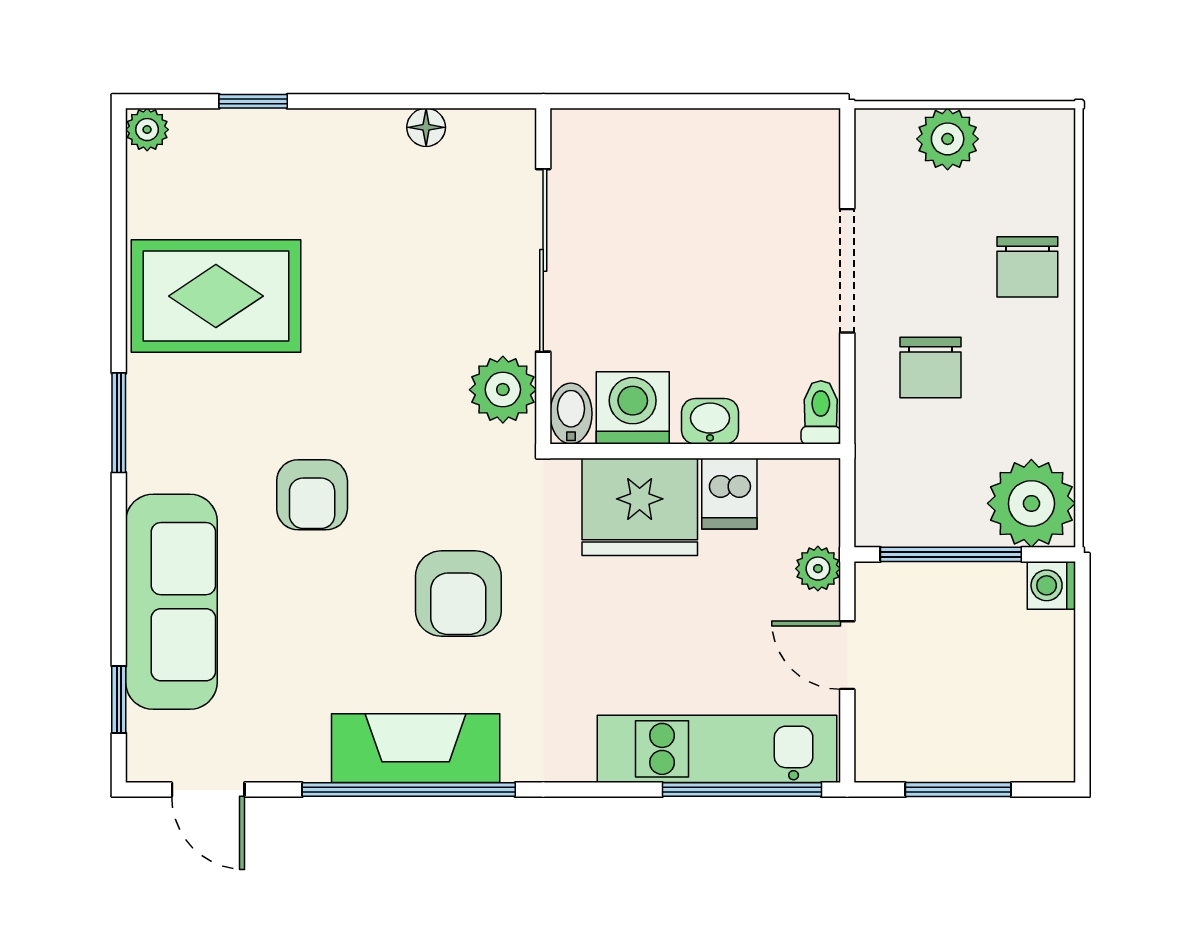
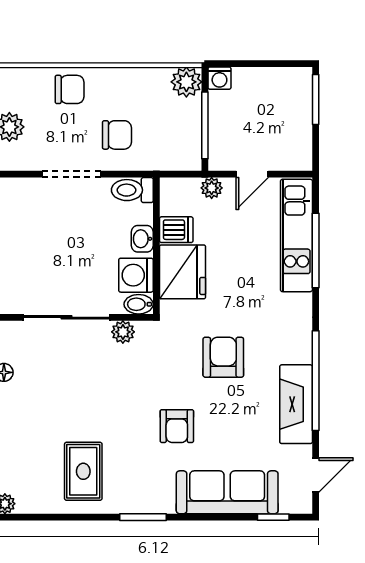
rug: (216, 296) -> (83, 471), width x0.73, depth x0.70
plant: (503, 390) -> (123, 332), width x0.73, depth x0.73
toilet: (821, 412) -> (132, 190), width x1.37, depth x1.39
armchair: (312, 495) -> (177, 426), turned 90
plant: (1031, 503) -> (186, 82), width x0.73, depth x0.73
armchair: (458, 593) -> (223, 357), turned -90
fireplace: (416, 748) -> (296, 404), moved
window: (742, 790) -> (316, 250), moved
window: (958, 790) -> (316, 99), moved

